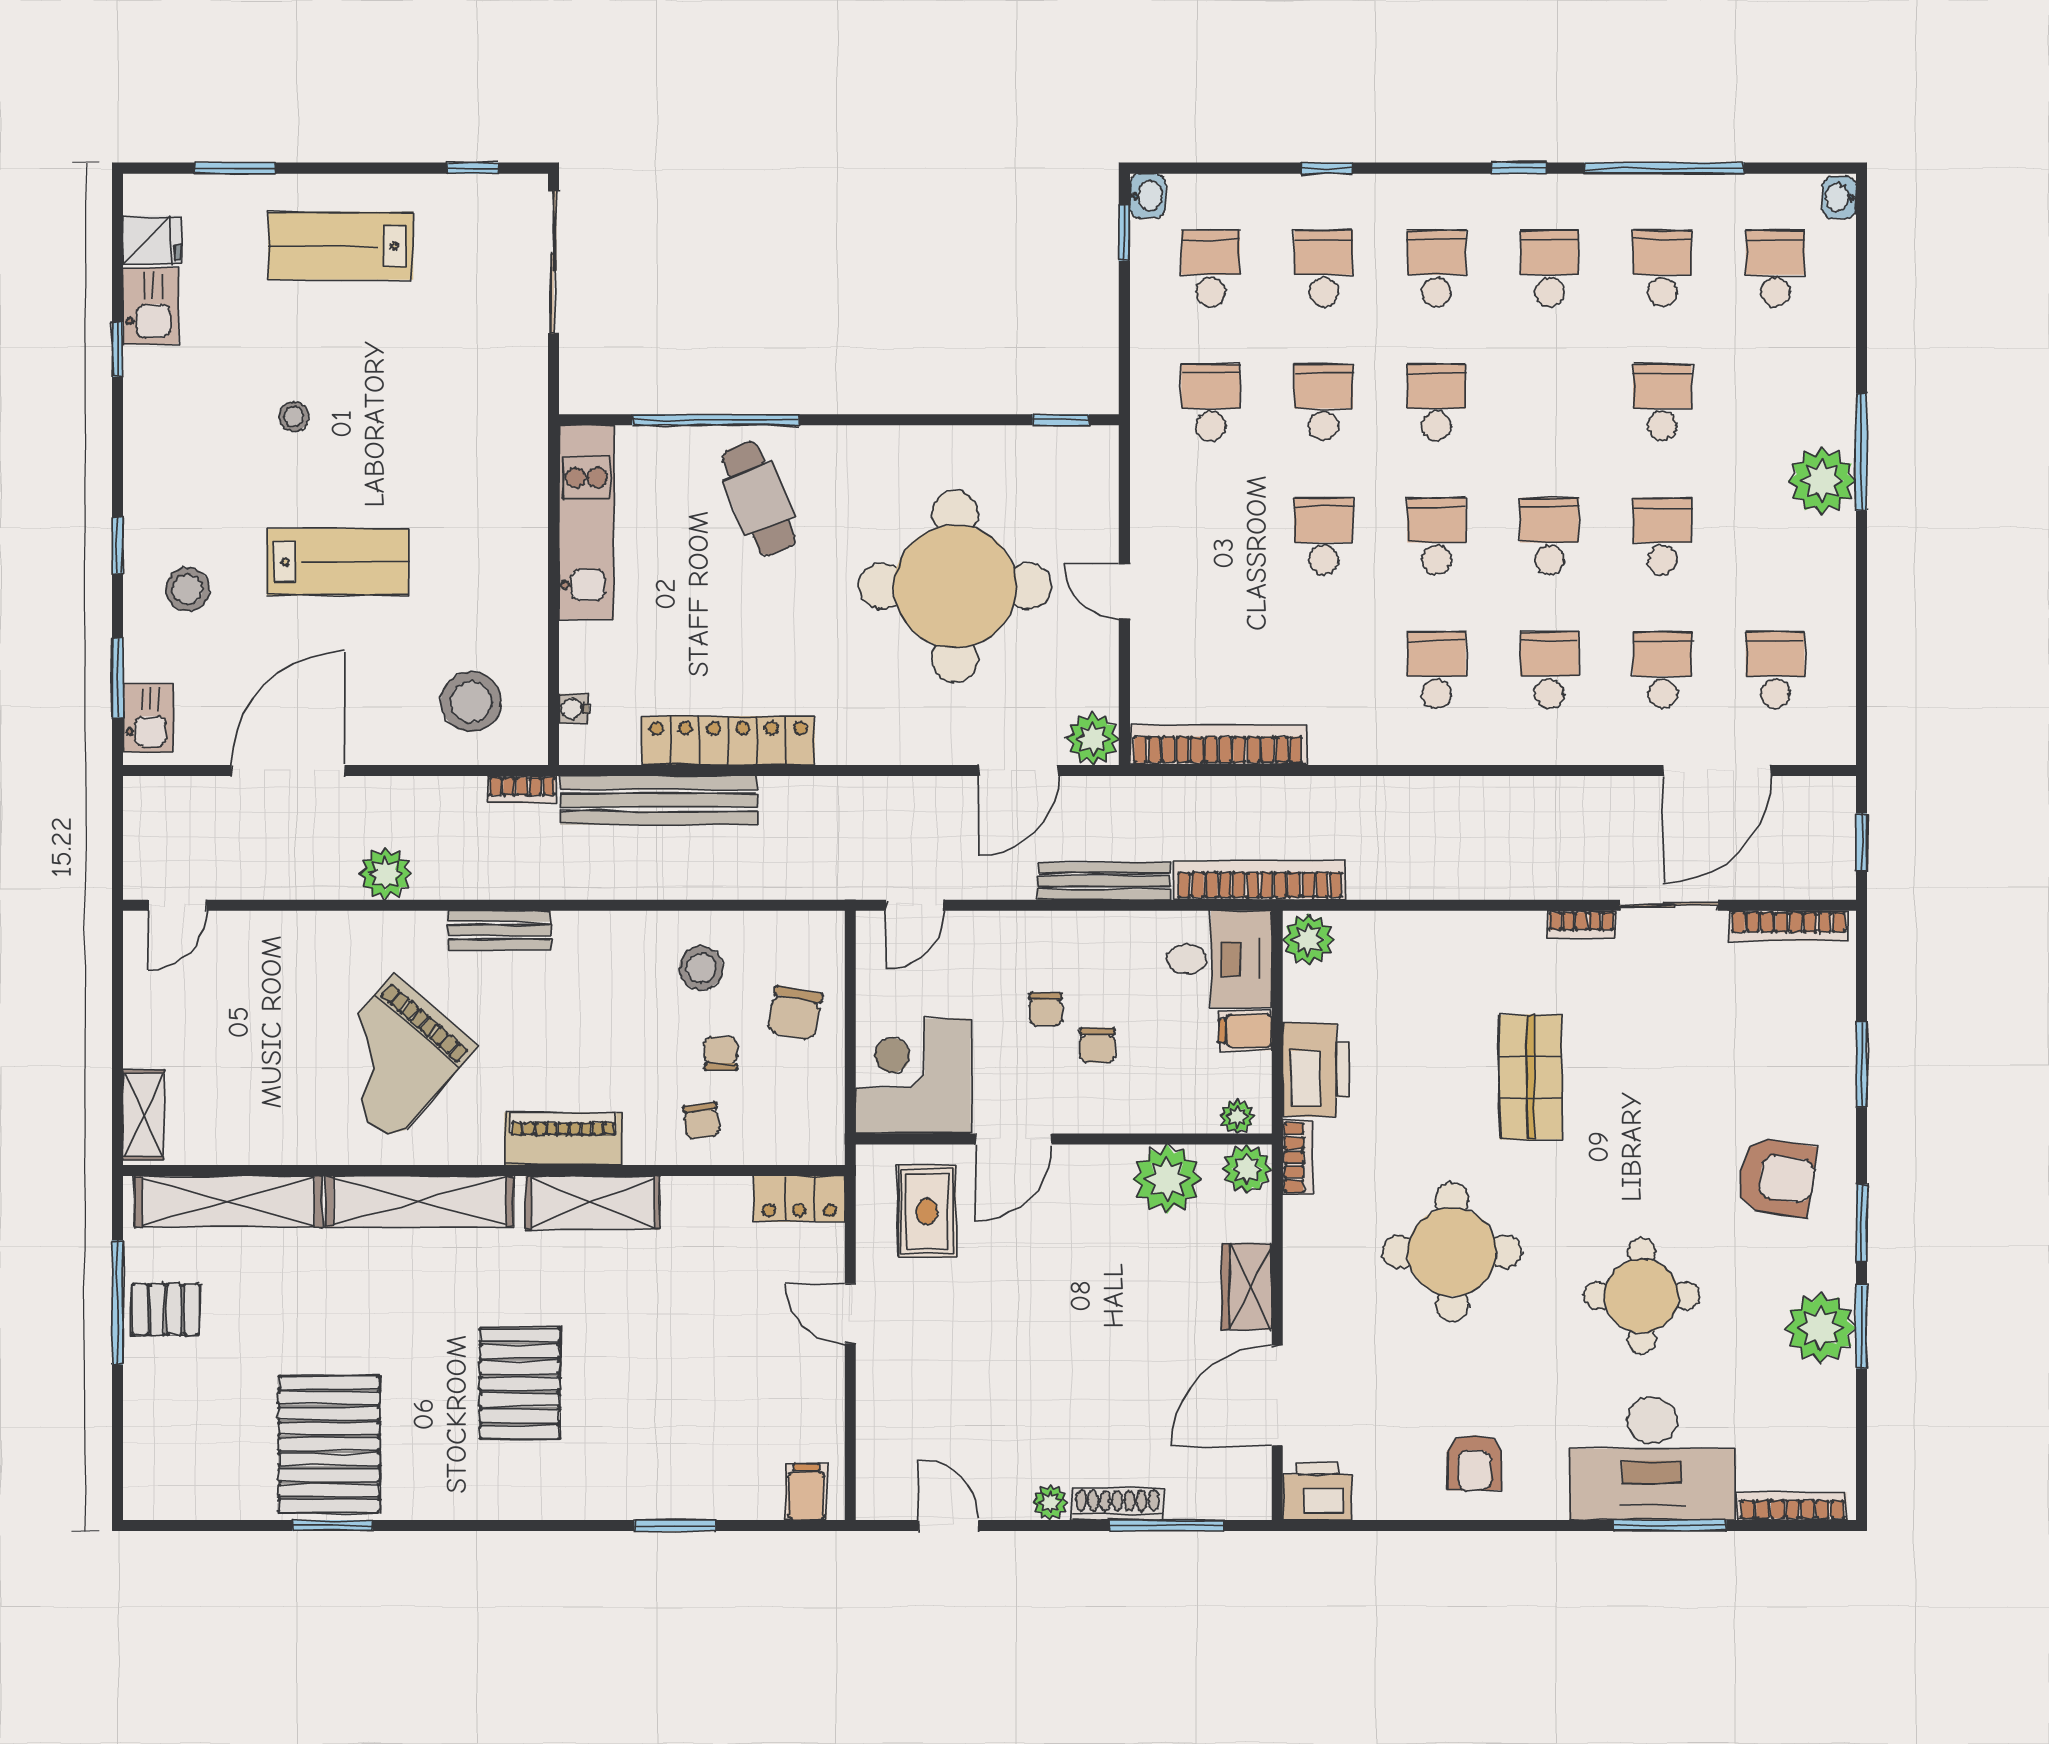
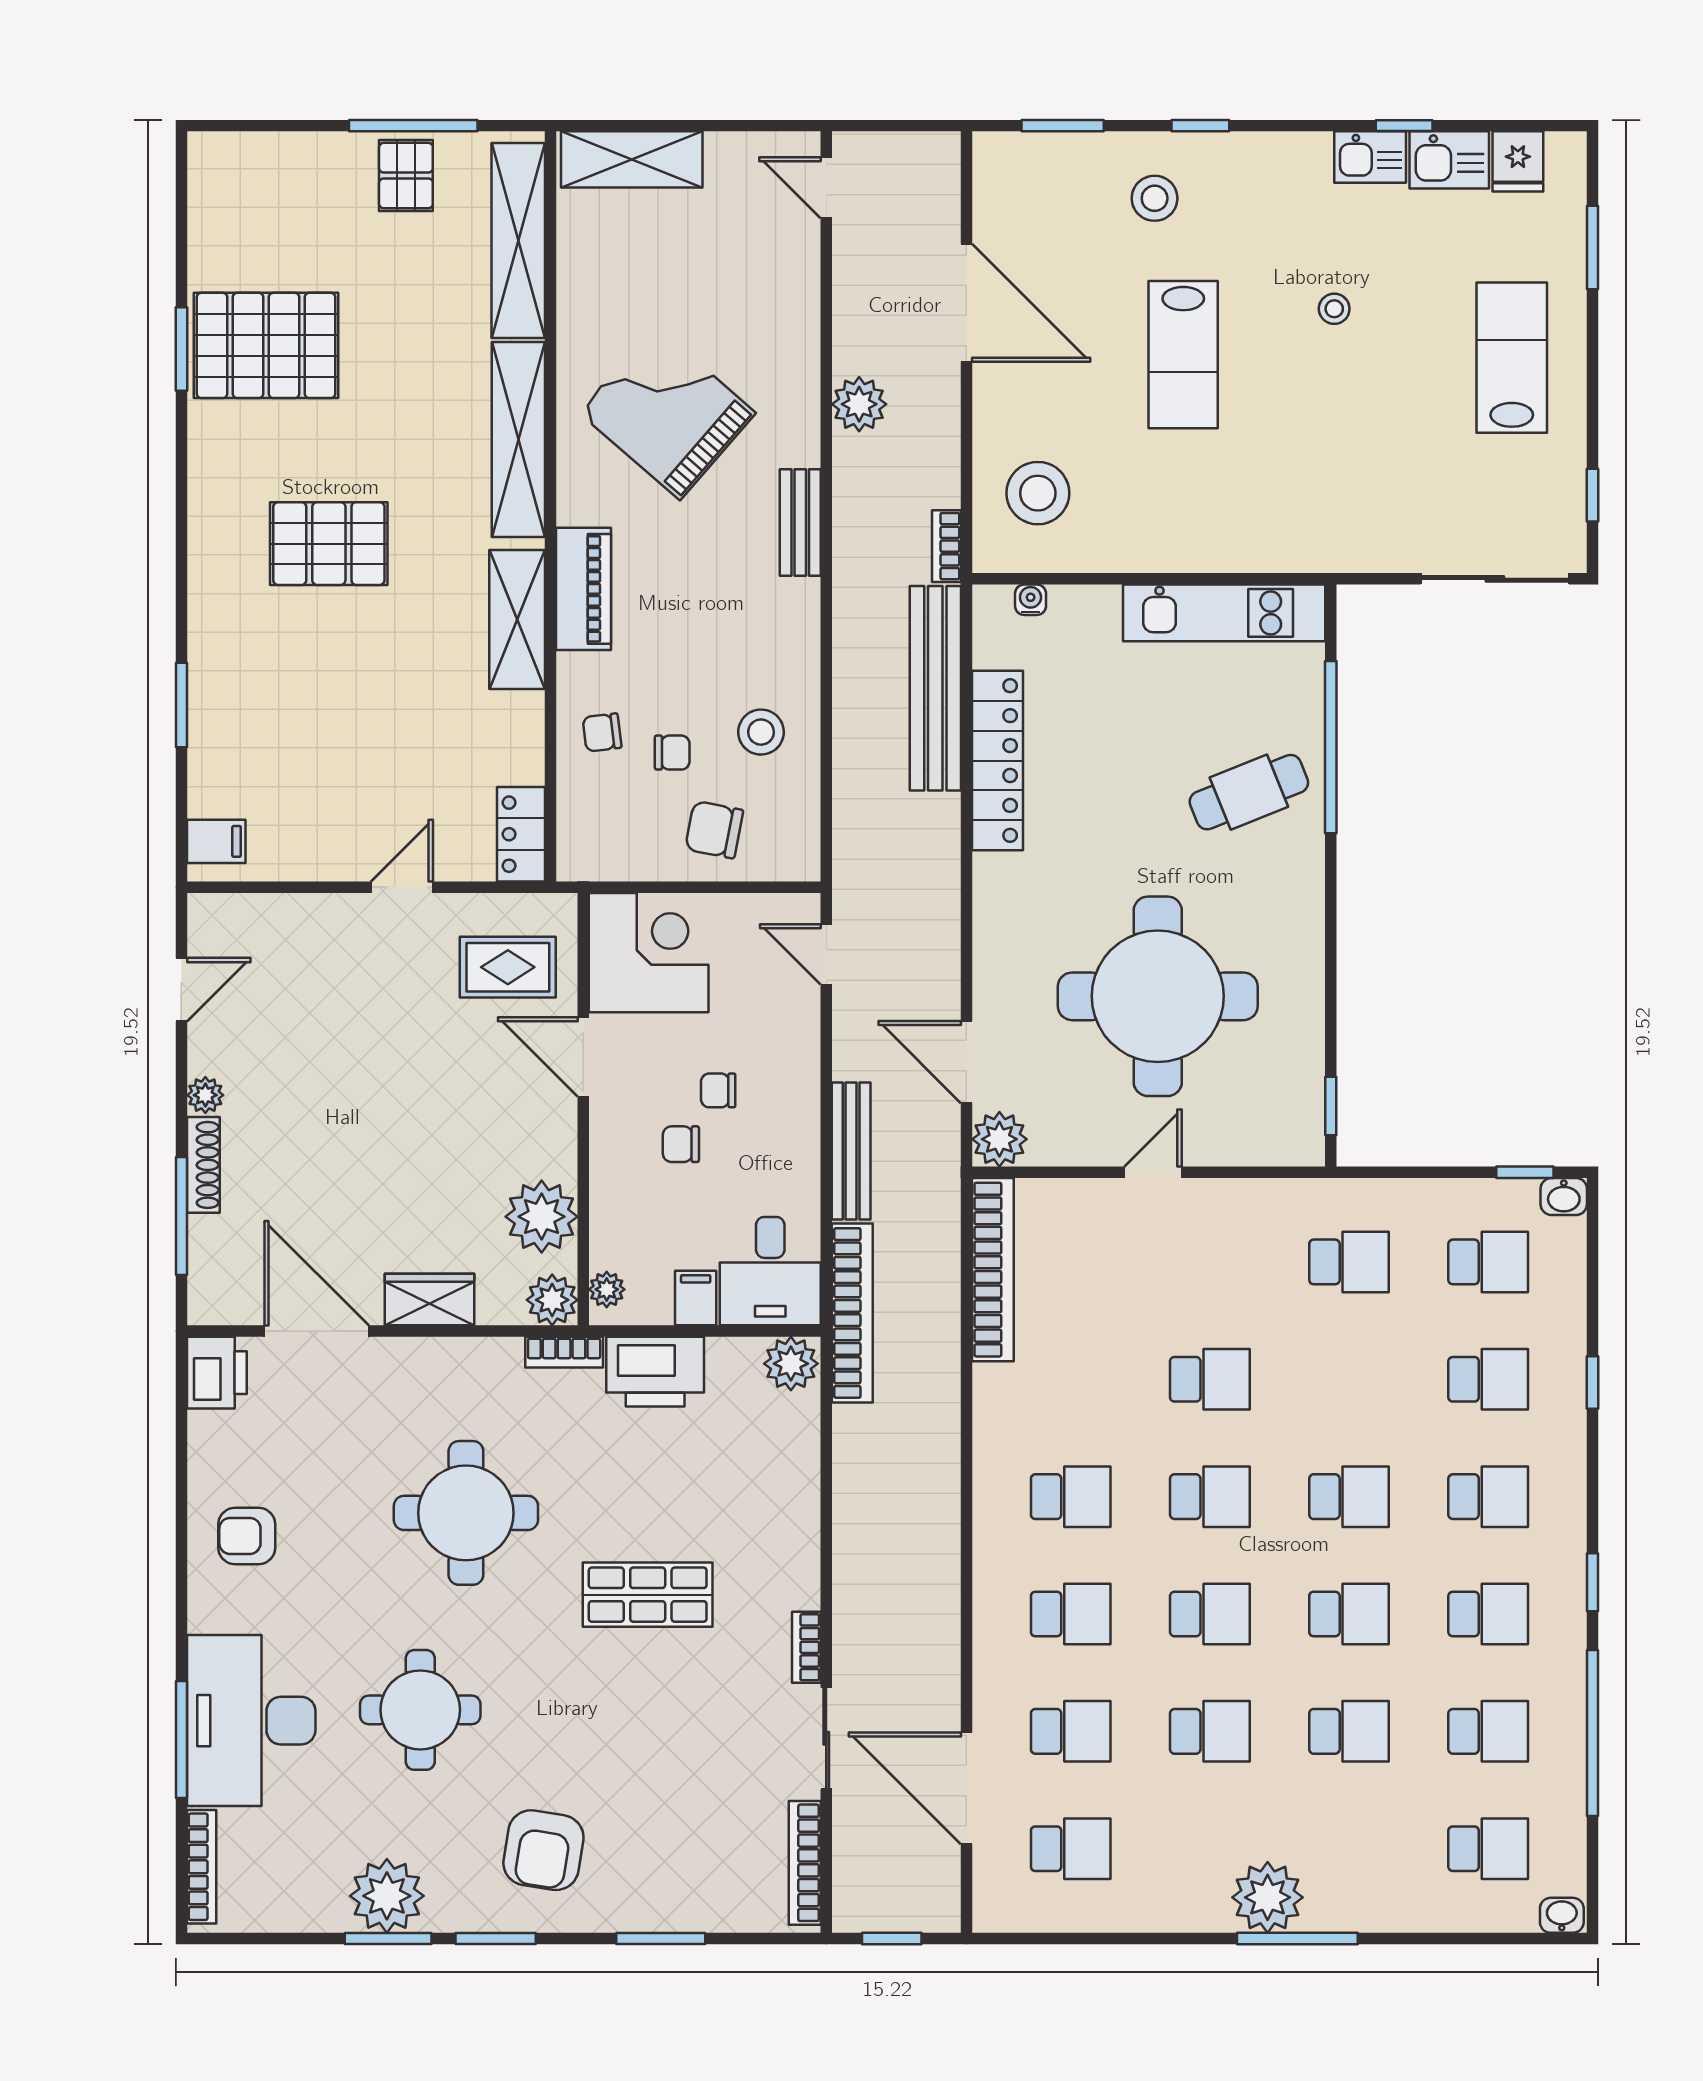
school desk: (1324, 402) -> (1349, 1614), moved
kitchen sink: (148, 718) -> (1370, 157), moved
shelving: (143, 1115) -> (632, 159), width x1.50, depth x1.33

